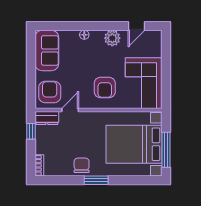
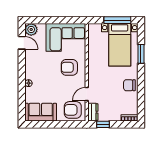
plant: (112, 38) -> (31, 29), moved
armchair: (105, 88) -> (69, 67), turned 180
door: (70, 110) -> (87, 94), hinge flipped
bed with nightstands: (134, 144) -> (120, 45), width x0.73
window: (96, 180) -> (141, 54), moved

